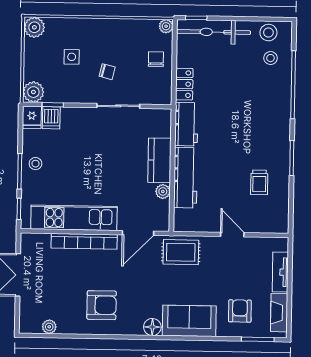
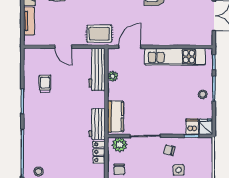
chair: (107, 72) -> (169, 150), moved
plant: (33, 92) -> (120, 145), moved
kitchen counter: (160, 160) -> (115, 117), moved
workbench: (185, 178) -> (97, 69), moved
bookcase: (84, 241) -> (168, 40), removed

